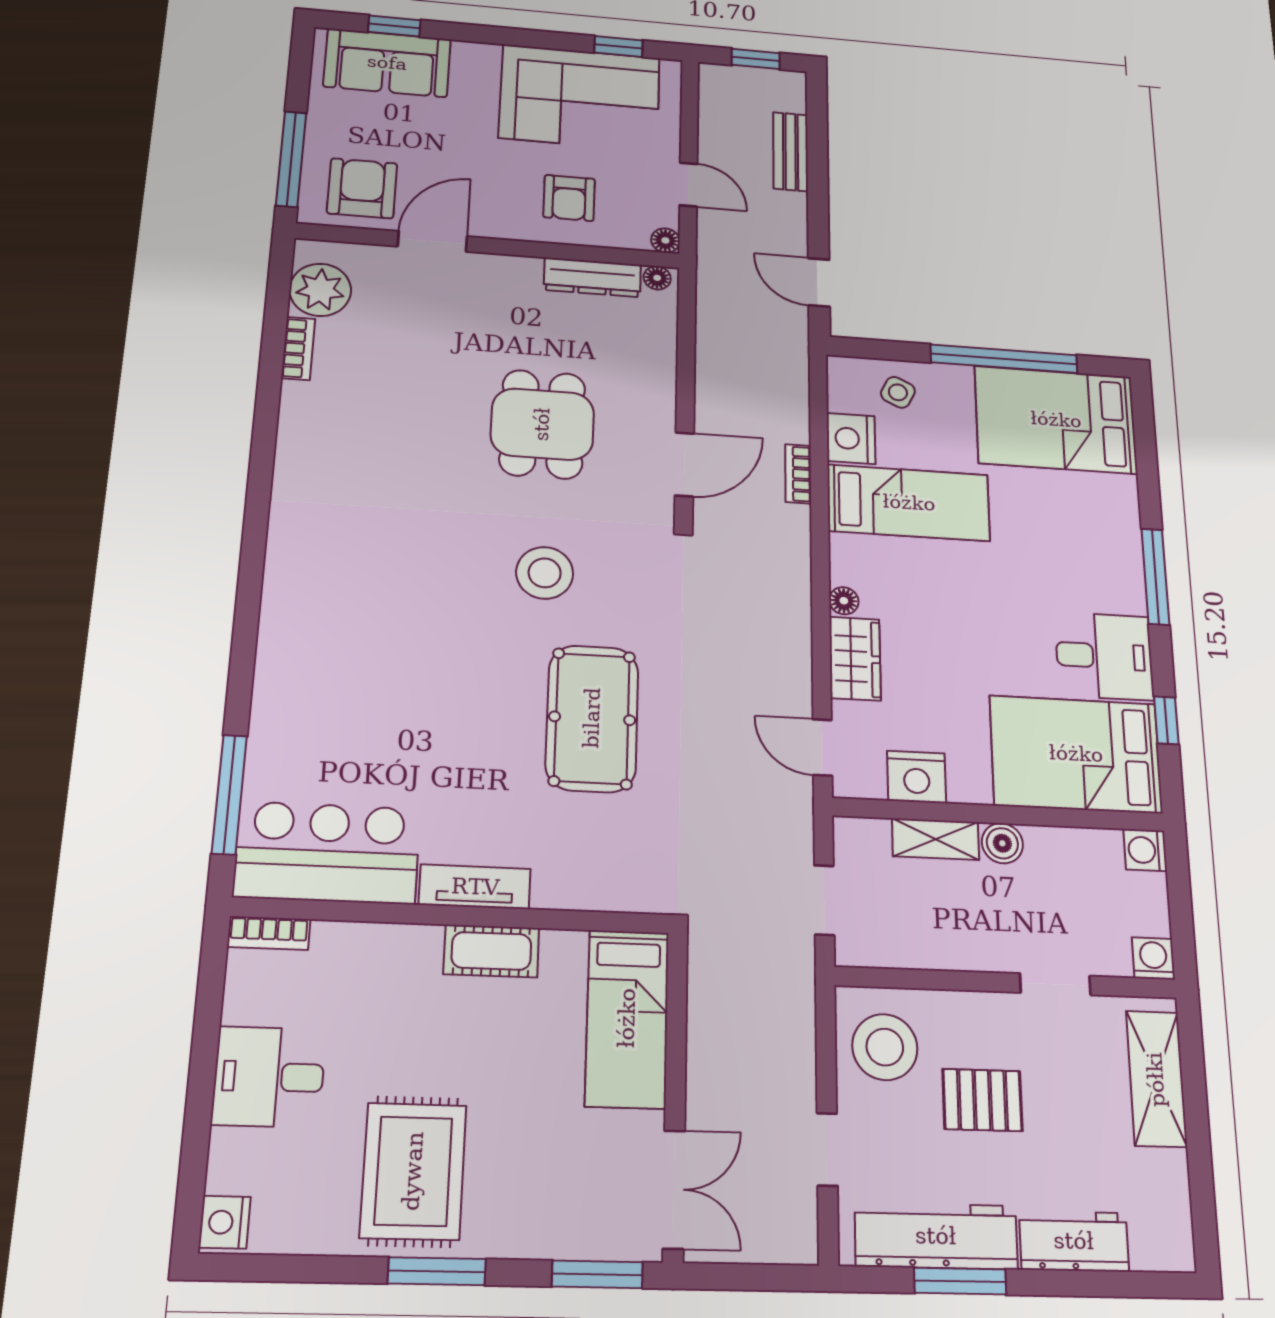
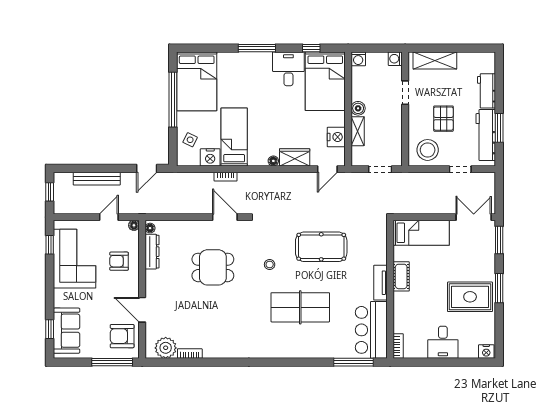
bench: (791, 152) -> (97, 179), width x1.36
armchair: (569, 198) -> (119, 261), turned 180
stool: (545, 573) -> (270, 265), width x0.53, depth x0.53
table tennis table: (412, 650) -> (300, 307), added

